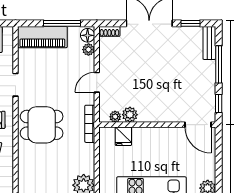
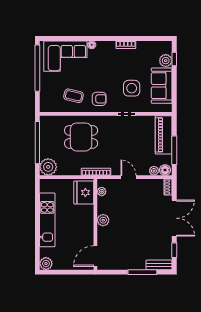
window: (219, 103) -> (112, 272), removed
plant: (130, 115) -> (103, 220), moved
dining table: (42, 125) -> (81, 137), moved, turned 90
fridge: (123, 136) -> (84, 193), width x1.88, depth x1.34

